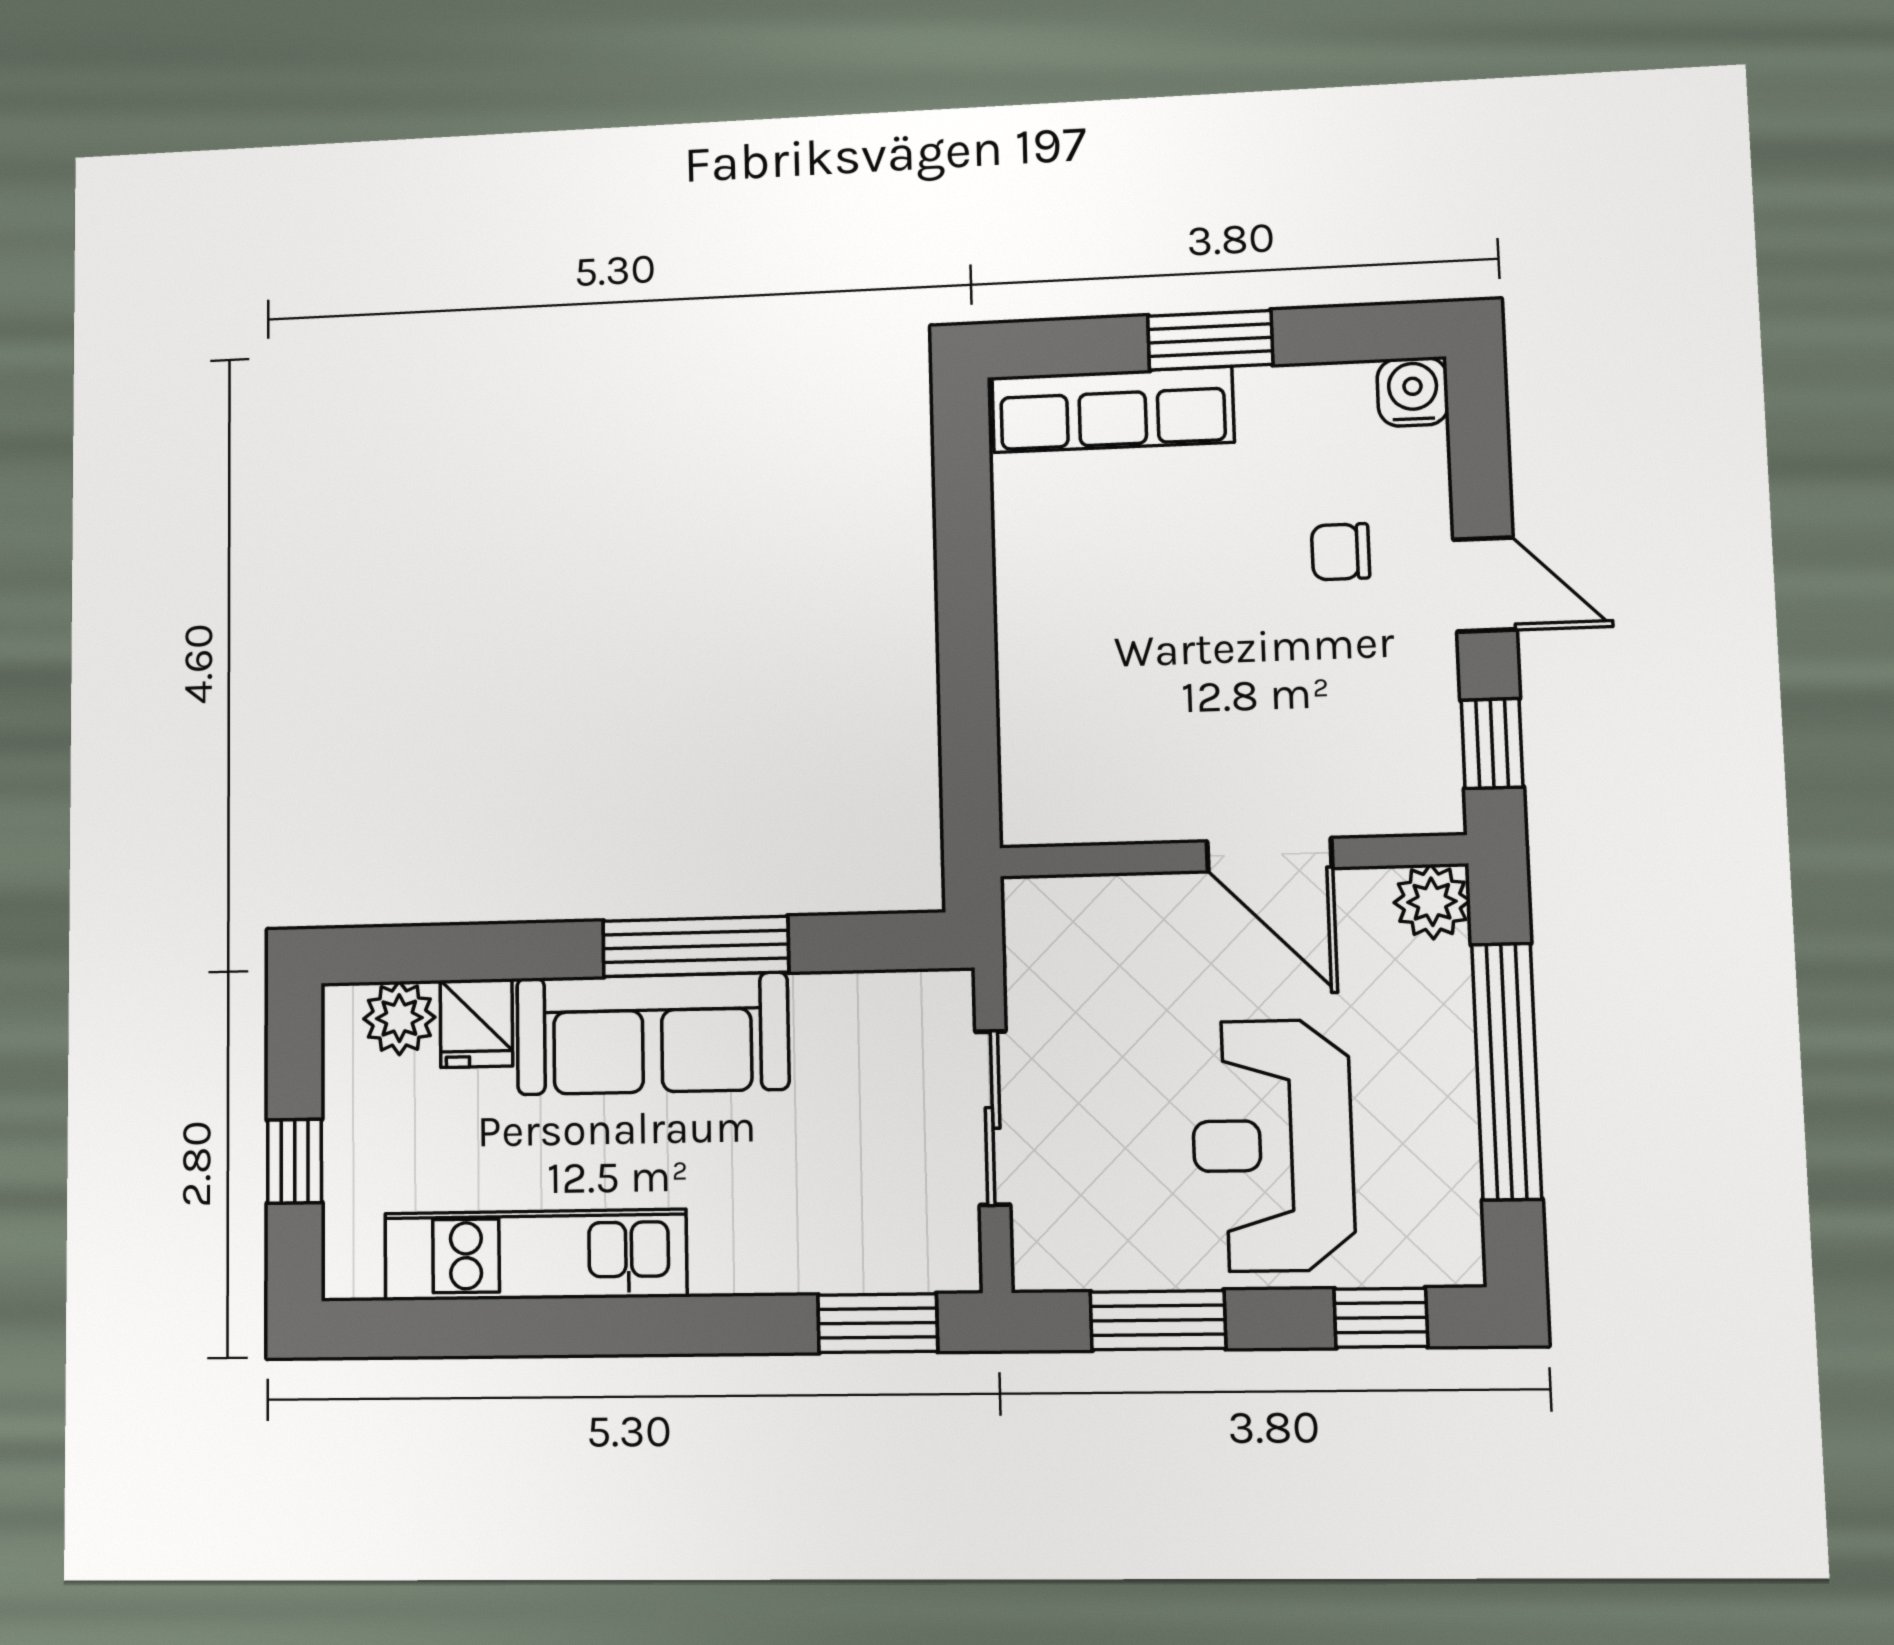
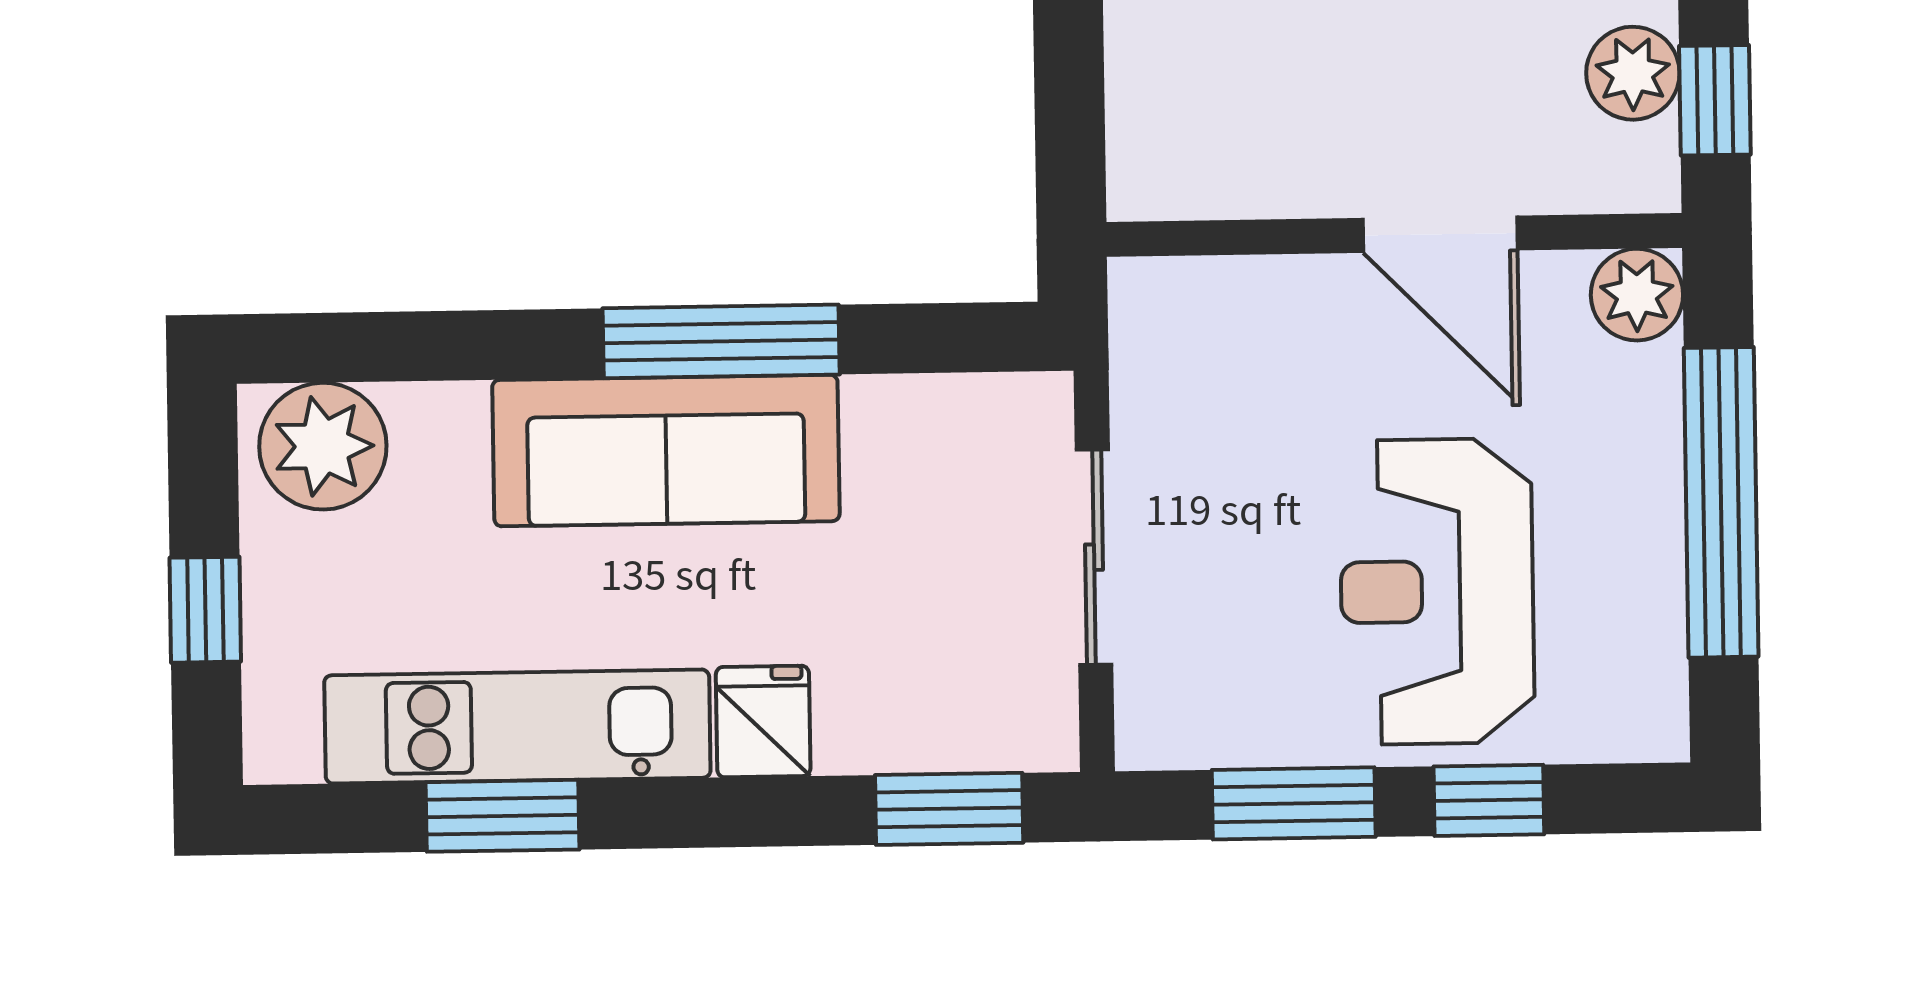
plant: (1424, 723) -> (1633, 73), added
plant: (399, 1018) -> (323, 446), width x1.36, depth x1.36
fridge: (476, 1023) -> (763, 721), moved, turned 180
window: (1381, 1318) -> (1489, 800), moved
window: (523, 1327) -> (502, 816), added

